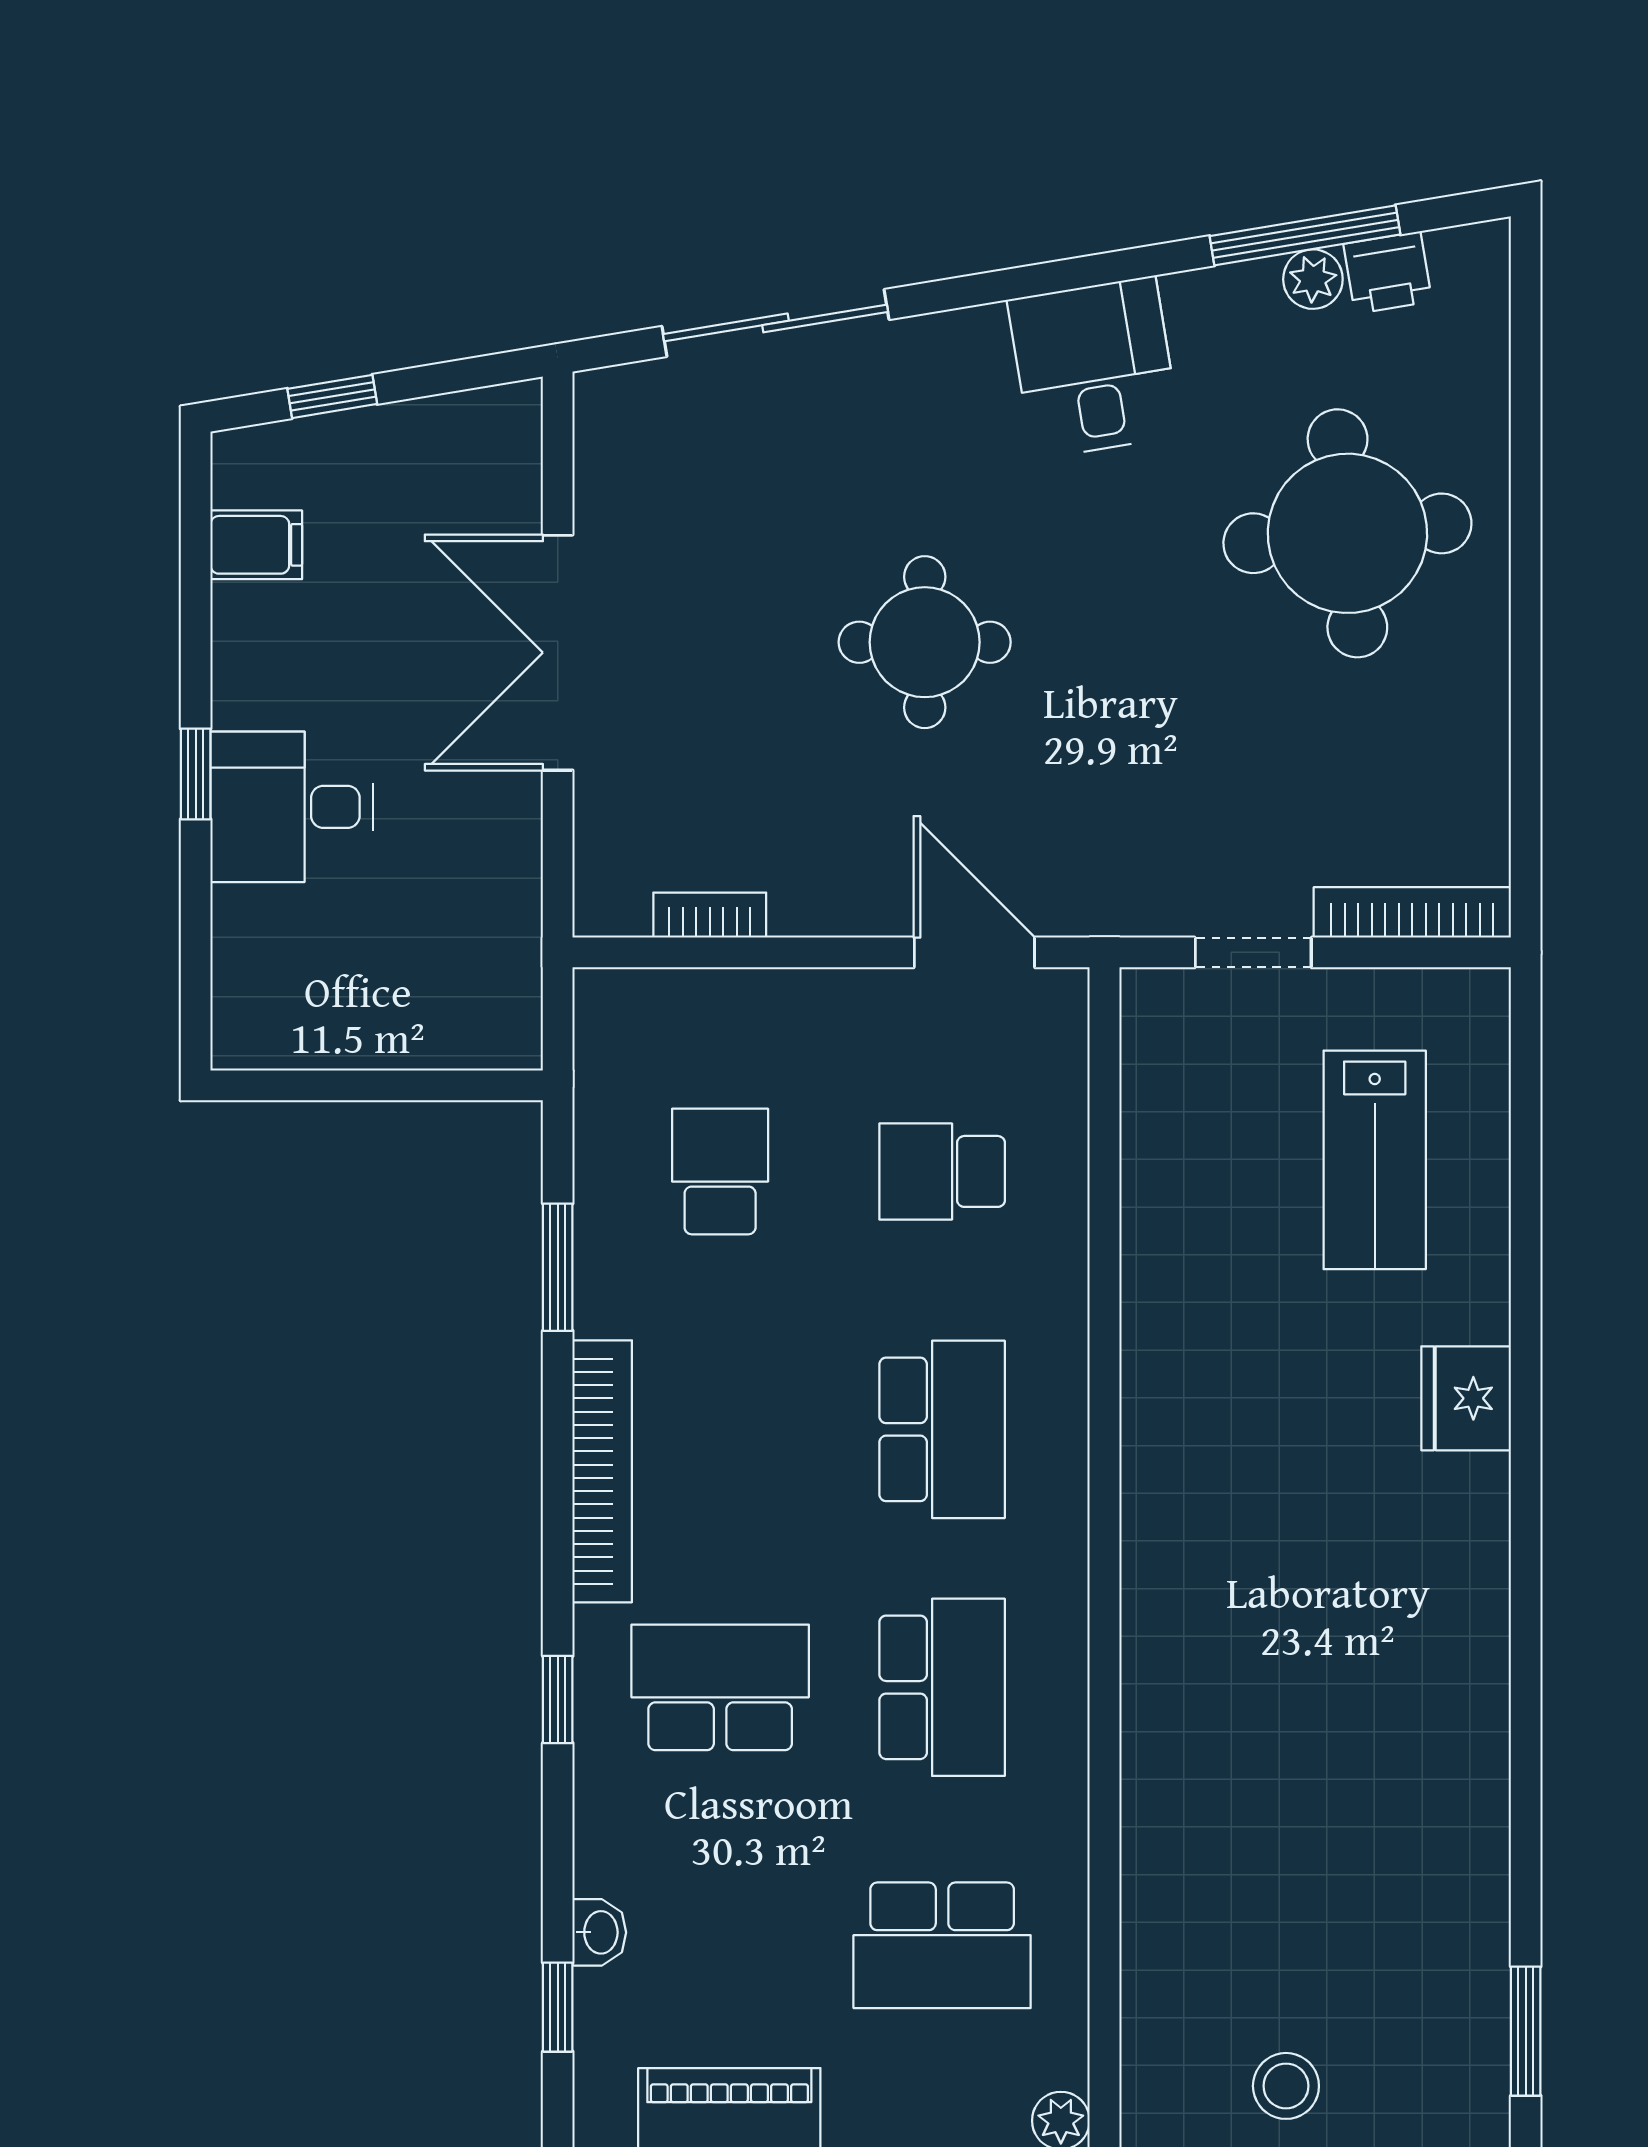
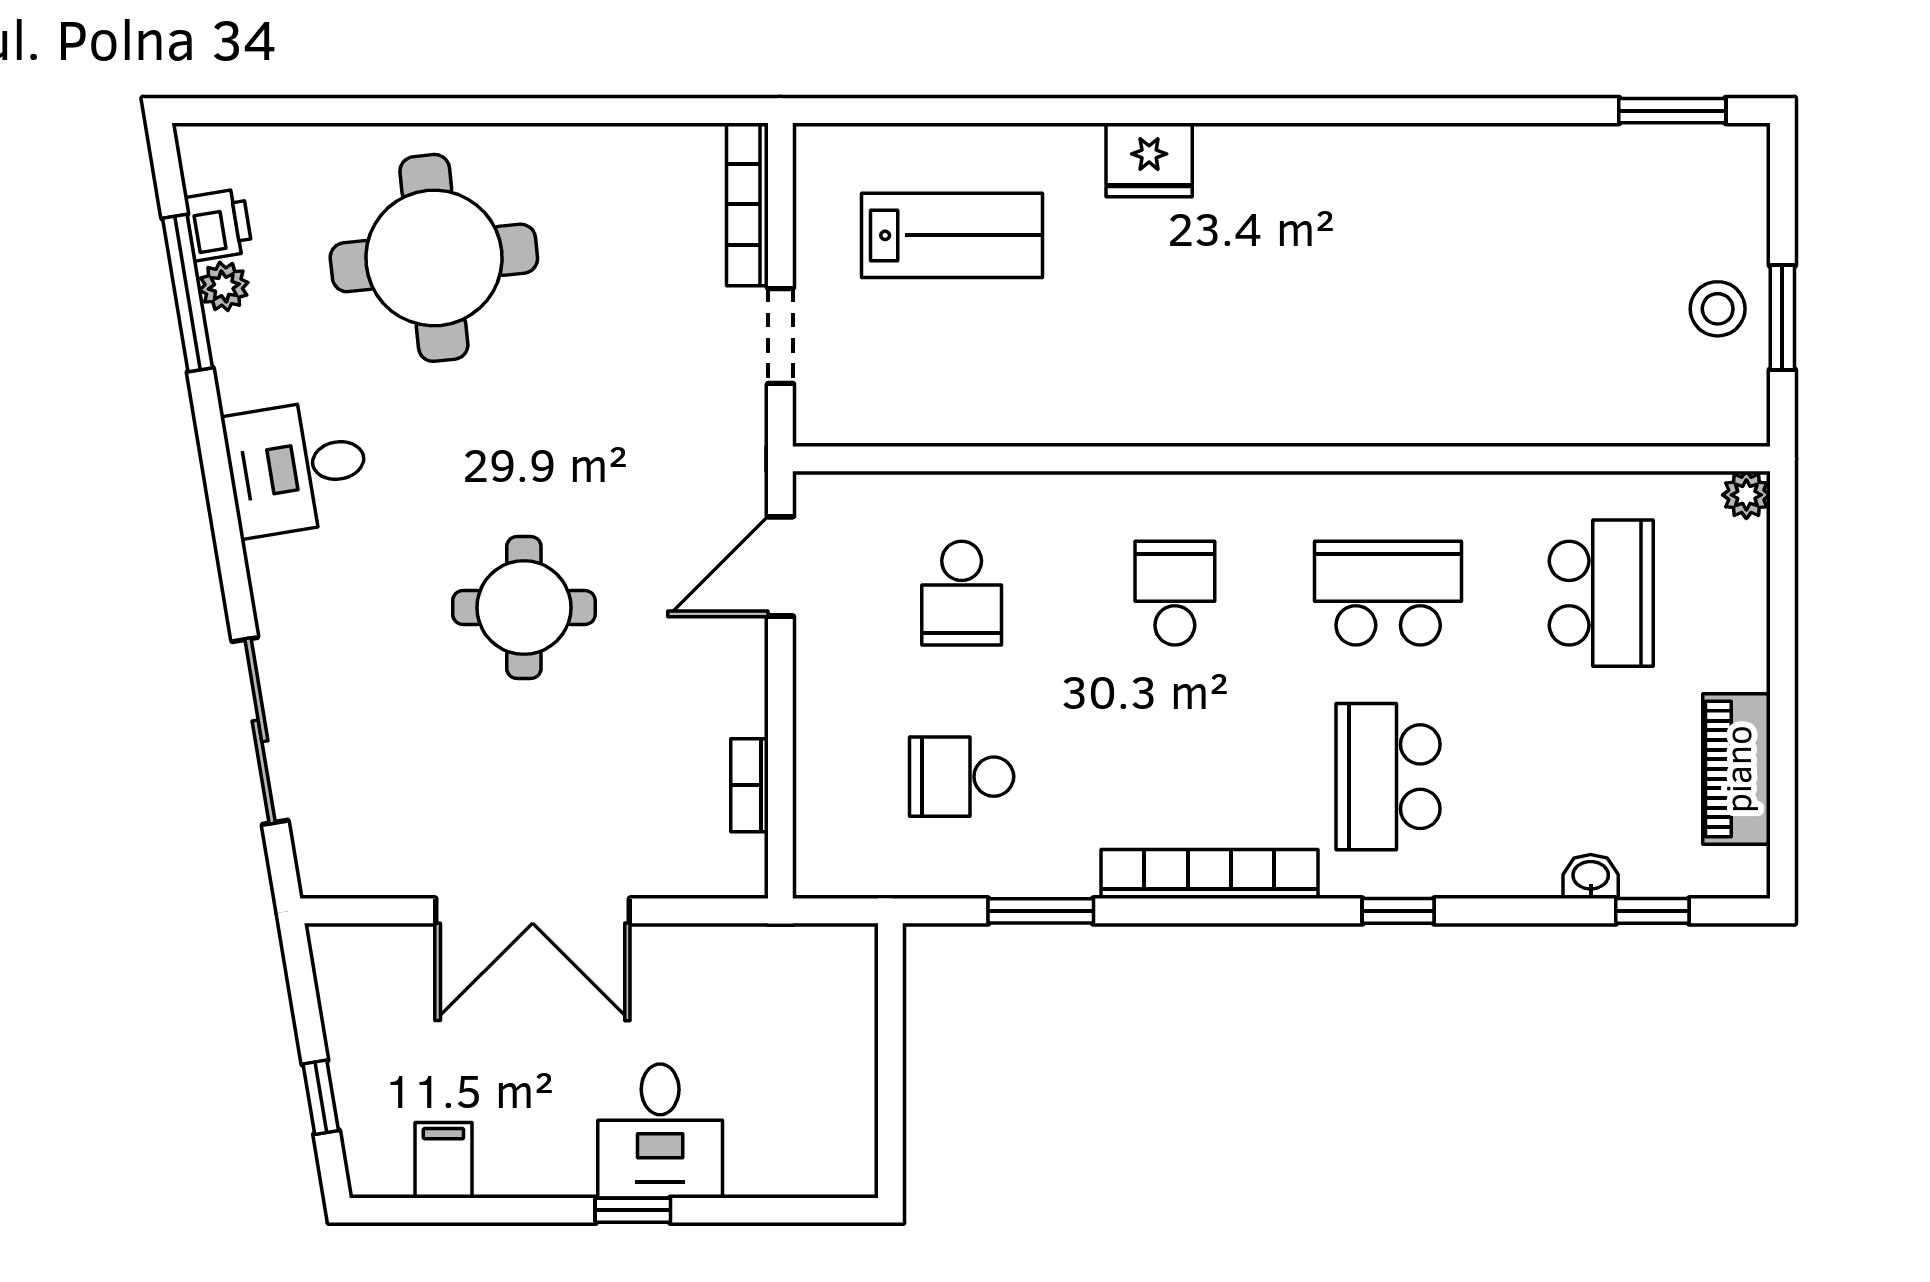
school desk: (942, 1429) -> (1175, 593), width x0.54

